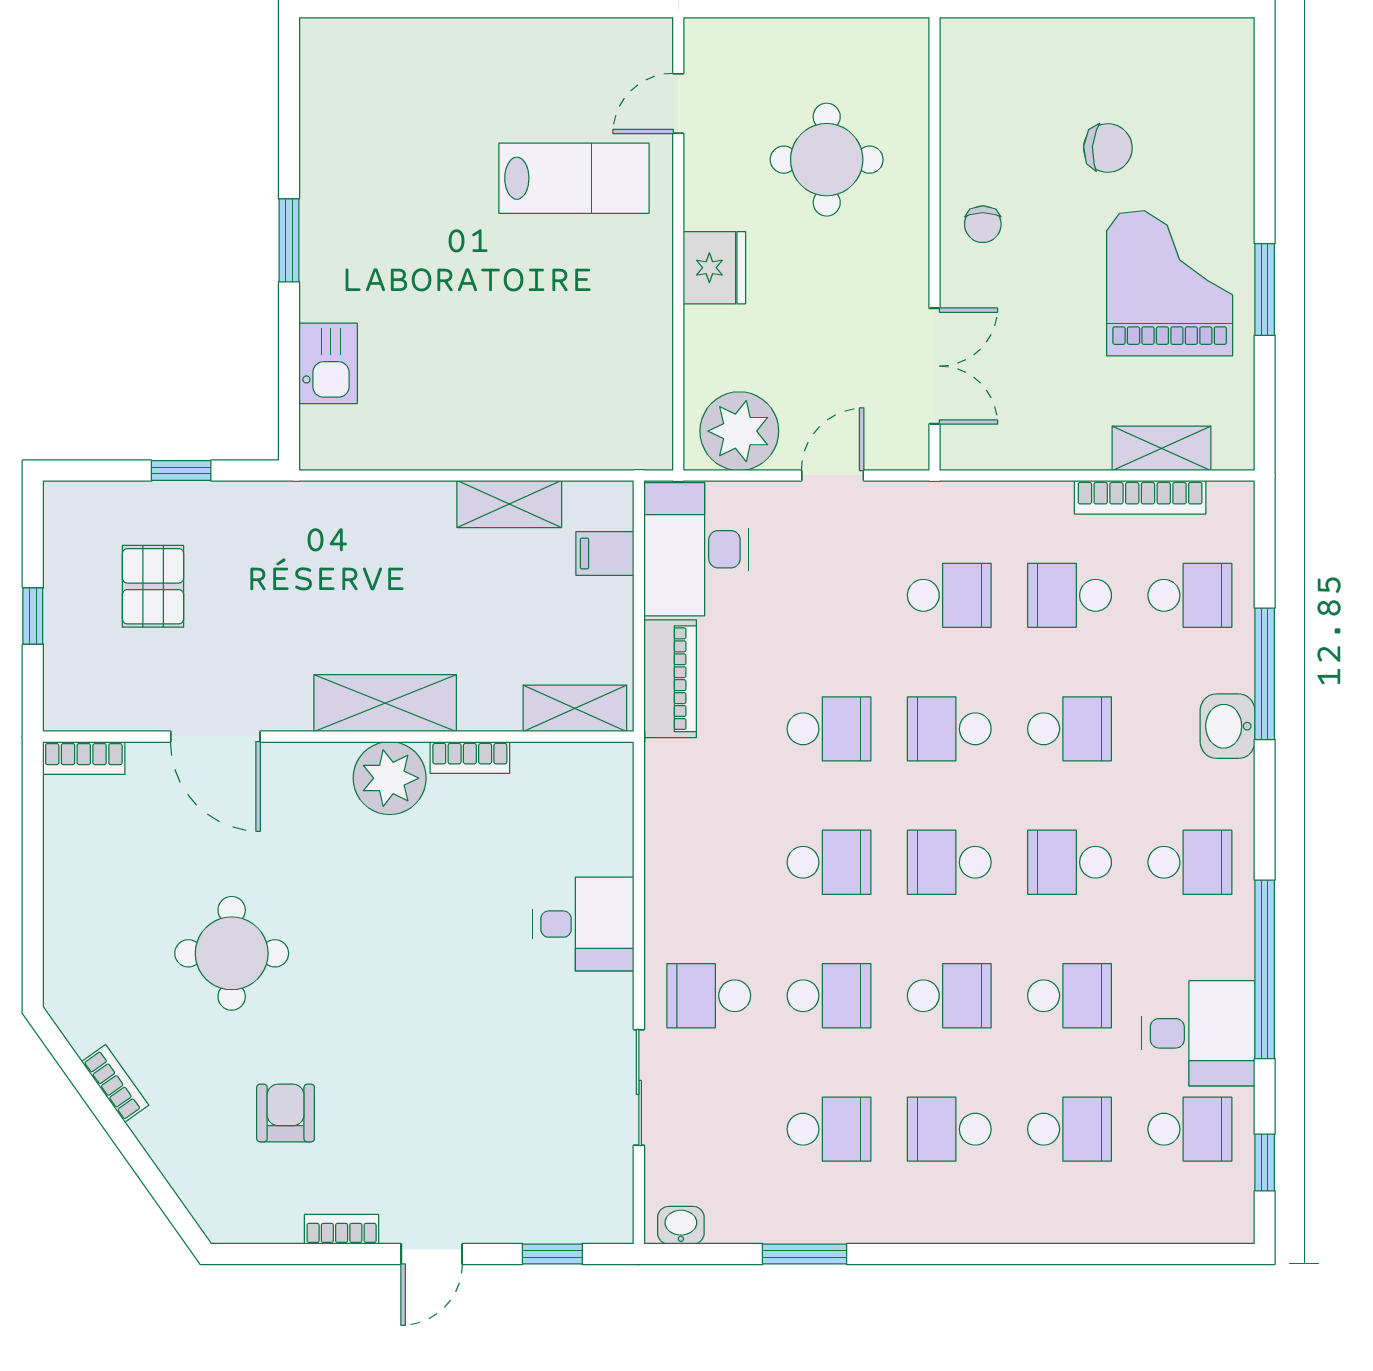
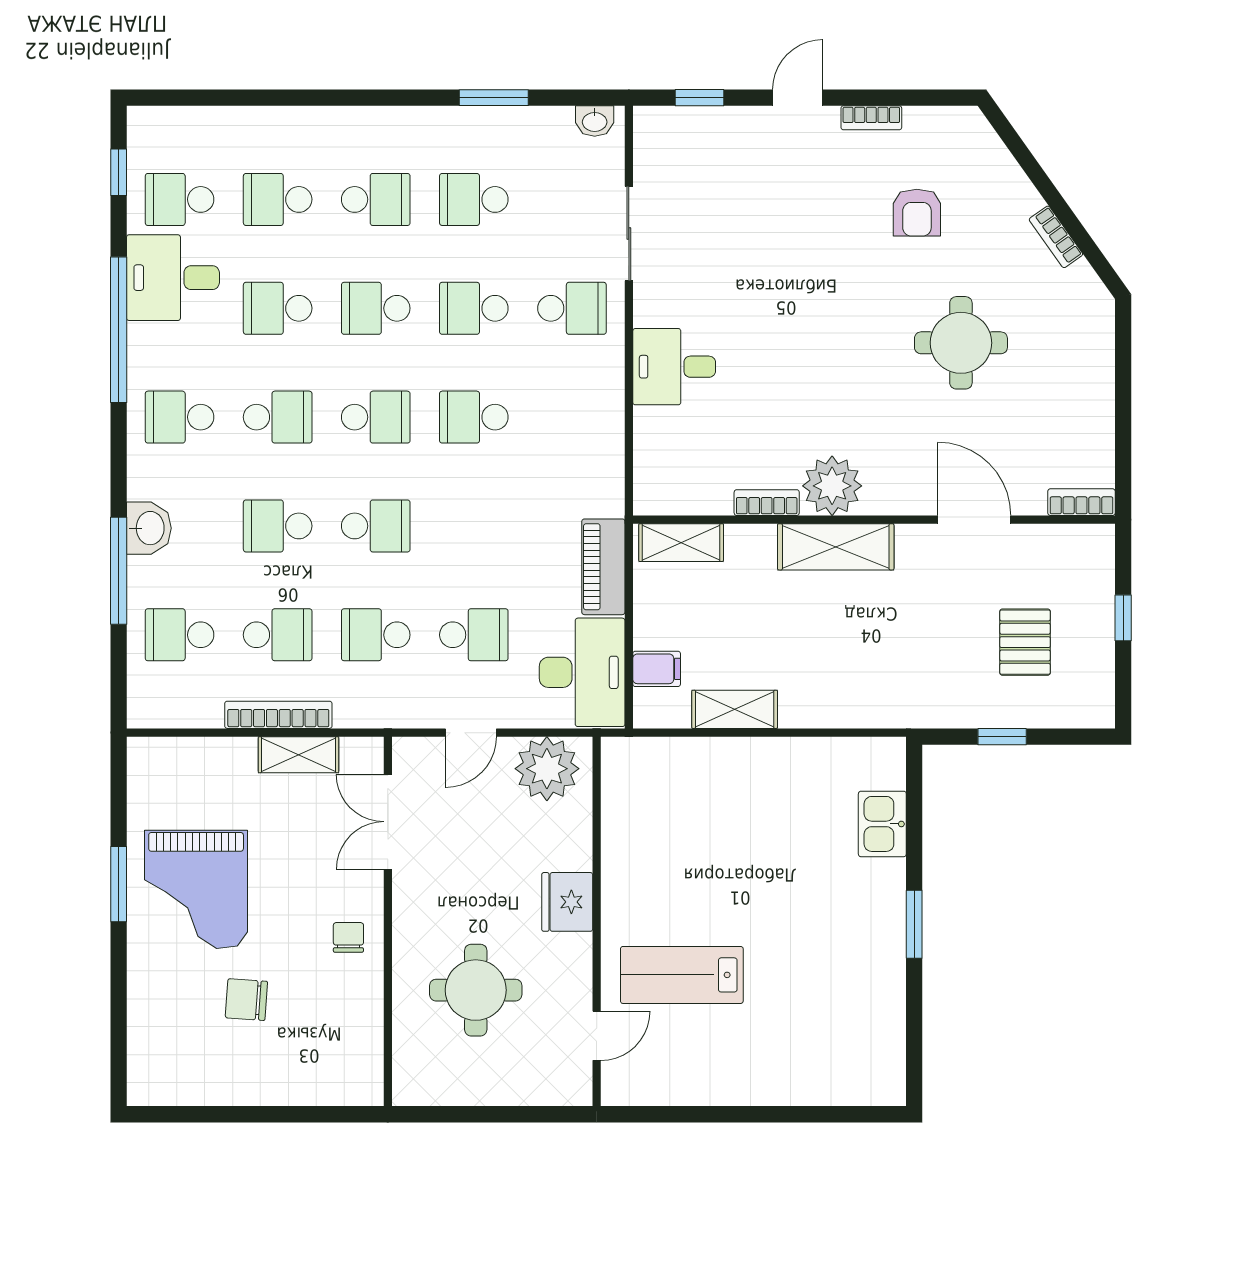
shelving: (1162, 448) -> (298, 755), moved
bookcase: (1140, 497) -> (278, 715), moved
school desk: (829, 729) -> (474, 635), moved, turned 180

